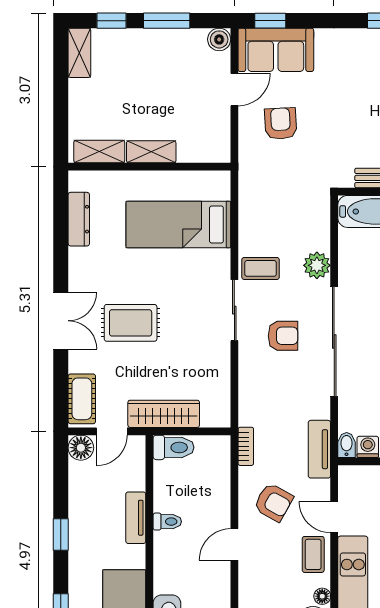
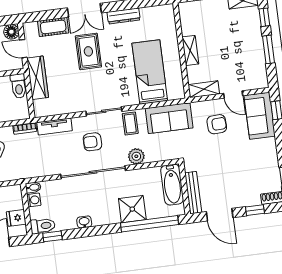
boiler: (219, 39) -> (261, 82), removed
shelving: (99, 151) -> (204, 89), moved, turned 90
sofa: (260, 202) -> (169, 118), added
dresser: (79, 219) -> (124, 16), moved
armchair: (283, 336) -> (92, 142), turned 90
cot: (82, 399) -> (53, 27), moved
tv unit: (319, 449) -> (55, 127), moved, turned 180

